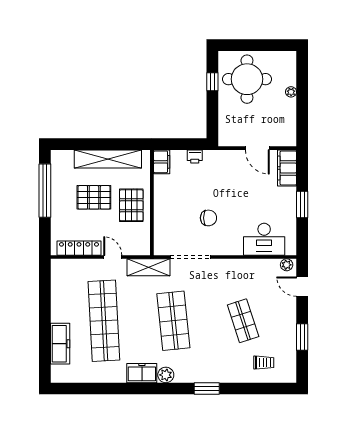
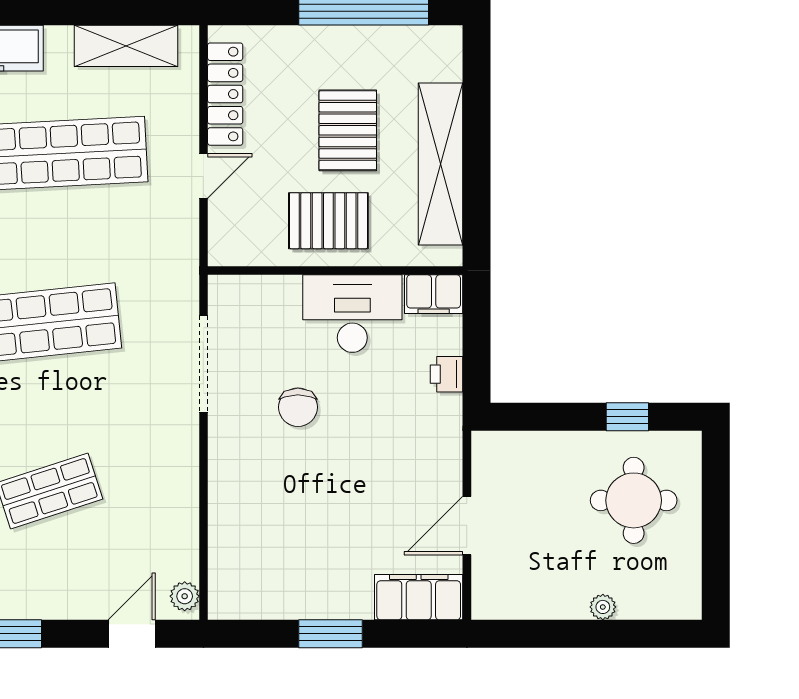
round table: (247, 79) -> (634, 500), width x0.73, depth x0.73
desk: (264, 239) -> (352, 314), moved, turned 90
shelving: (149, 267) -> (126, 46), moved, turned 90

